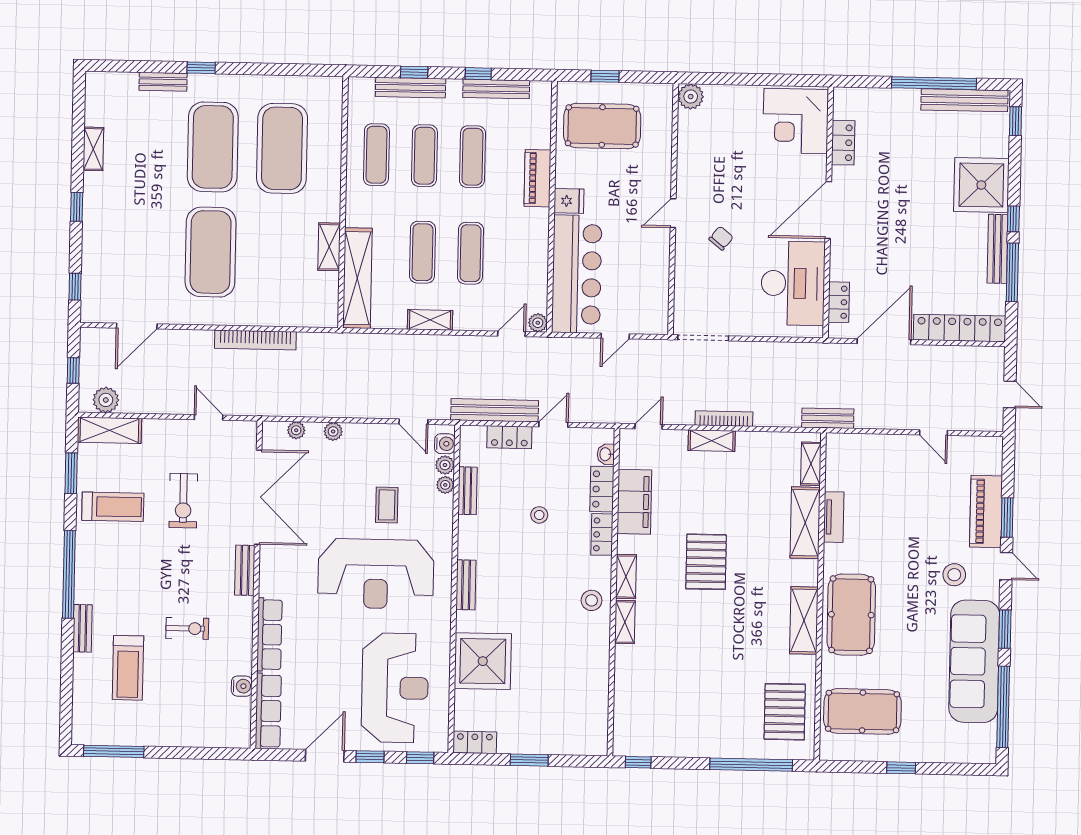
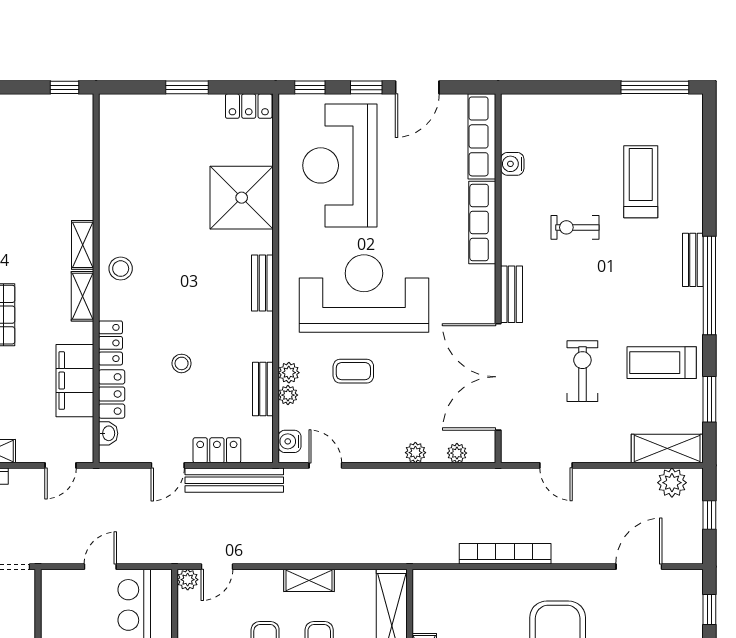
plant: (445, 465) -> (289, 373), moved
coffee table: (387, 505) -> (353, 371), turned 90
bench: (83, 628) -> (693, 260), moved

